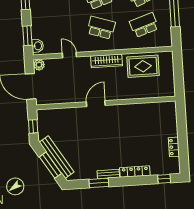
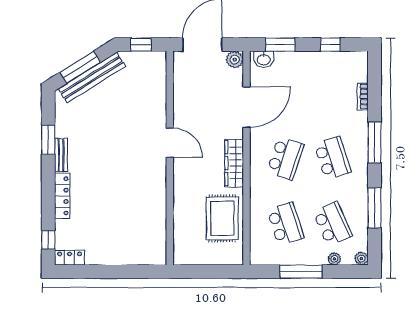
door: (69, 55) -> (247, 107), width x1.87
locker: (174, 147) -> (70, 258), moved

